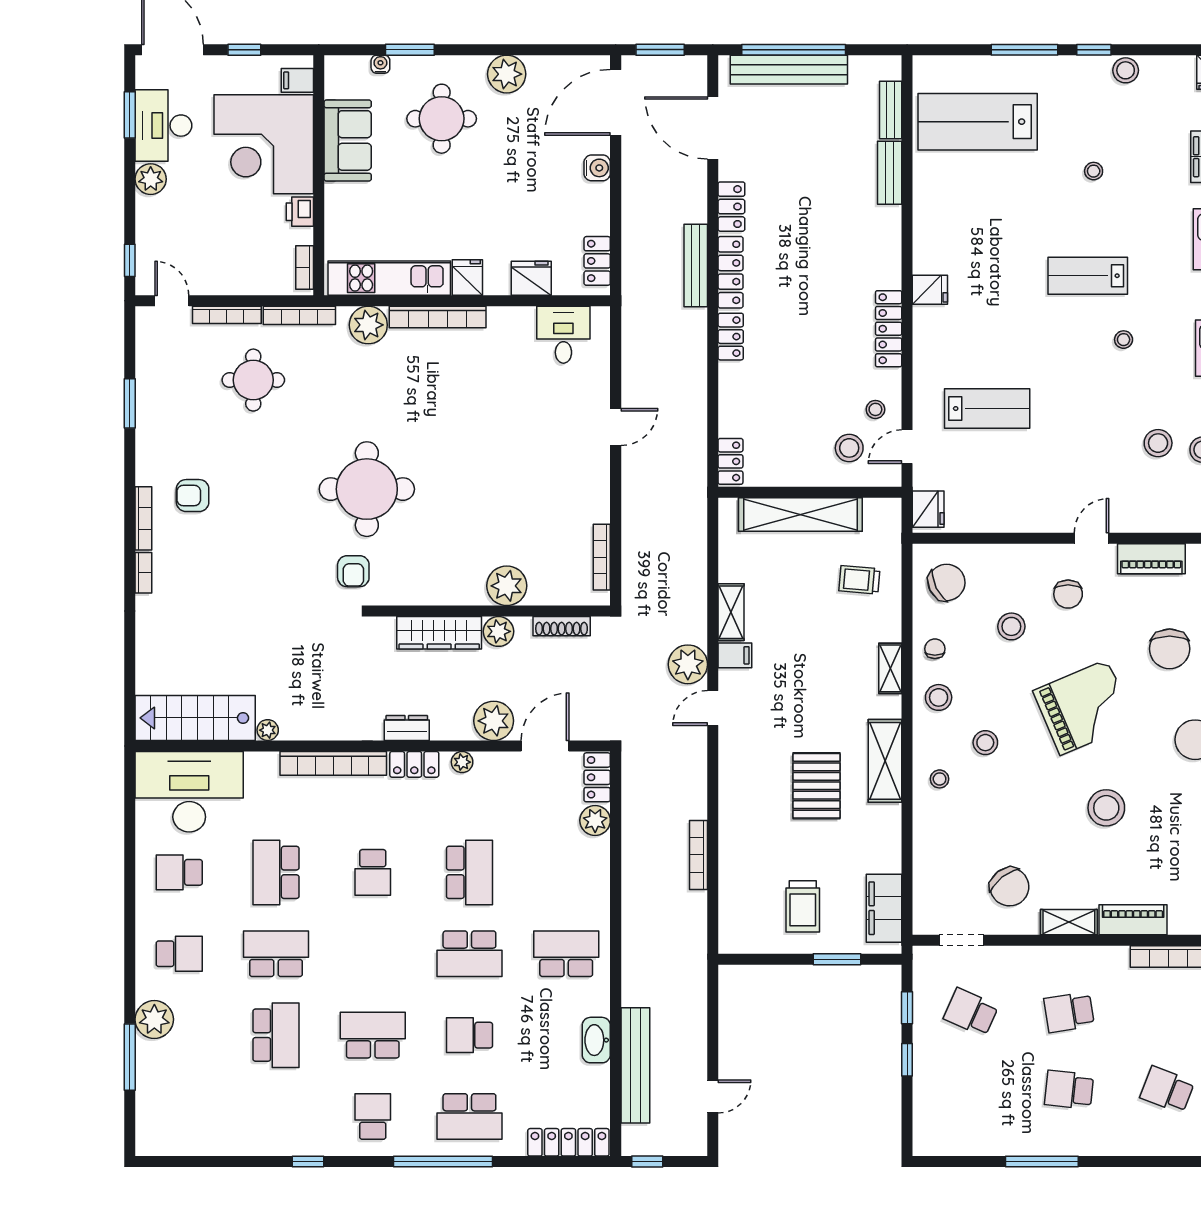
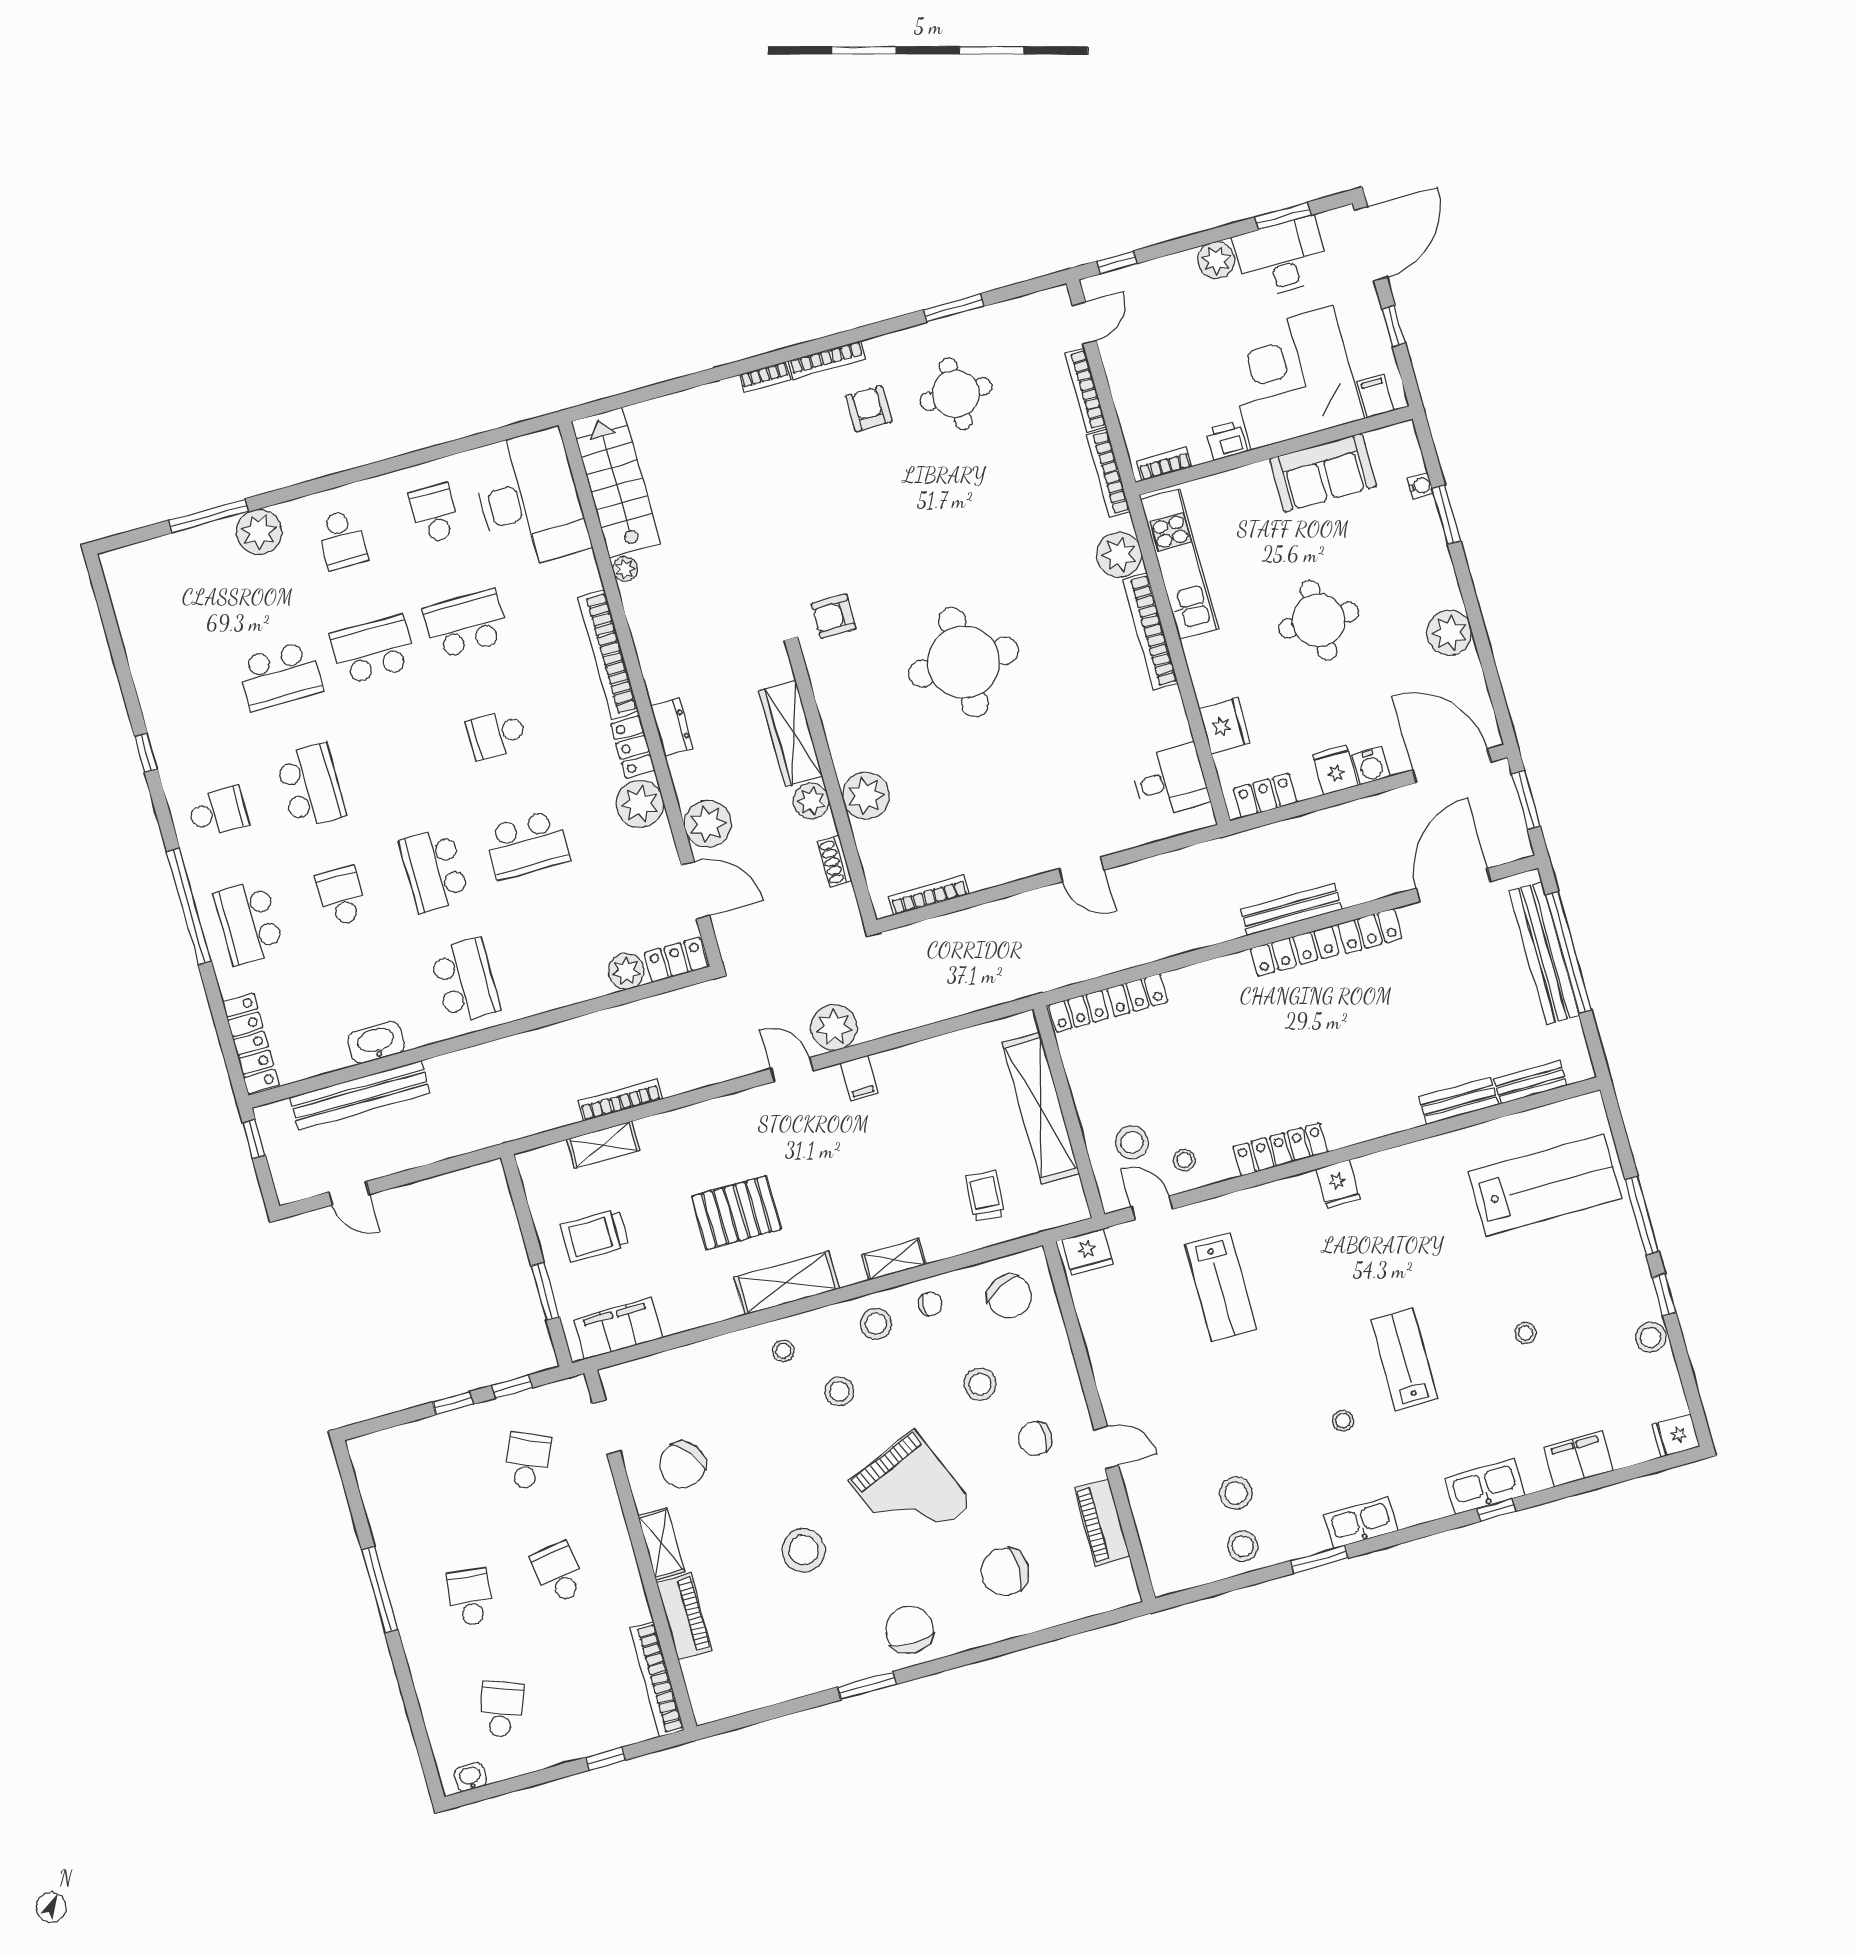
round table: (442, 119) -> (1319, 620), moved
lab bench: (978, 122) -> (1545, 1185), turned 90
fridge: (467, 277) -> (1335, 770), moved, turned -90
locker: (731, 337) -> (1137, 995), moved
round table: (253, 380) -> (956, 394), moved
round table: (367, 489) -> (963, 662), moved
shelving: (731, 612) -> (603, 1145), moved
shoe rack: (562, 626) -> (835, 861), width x0.70
plant: (462, 762) -> (640, 804), width x1.88, depth x1.88
school desk: (276, 954) -> (373, 650), turned -90

